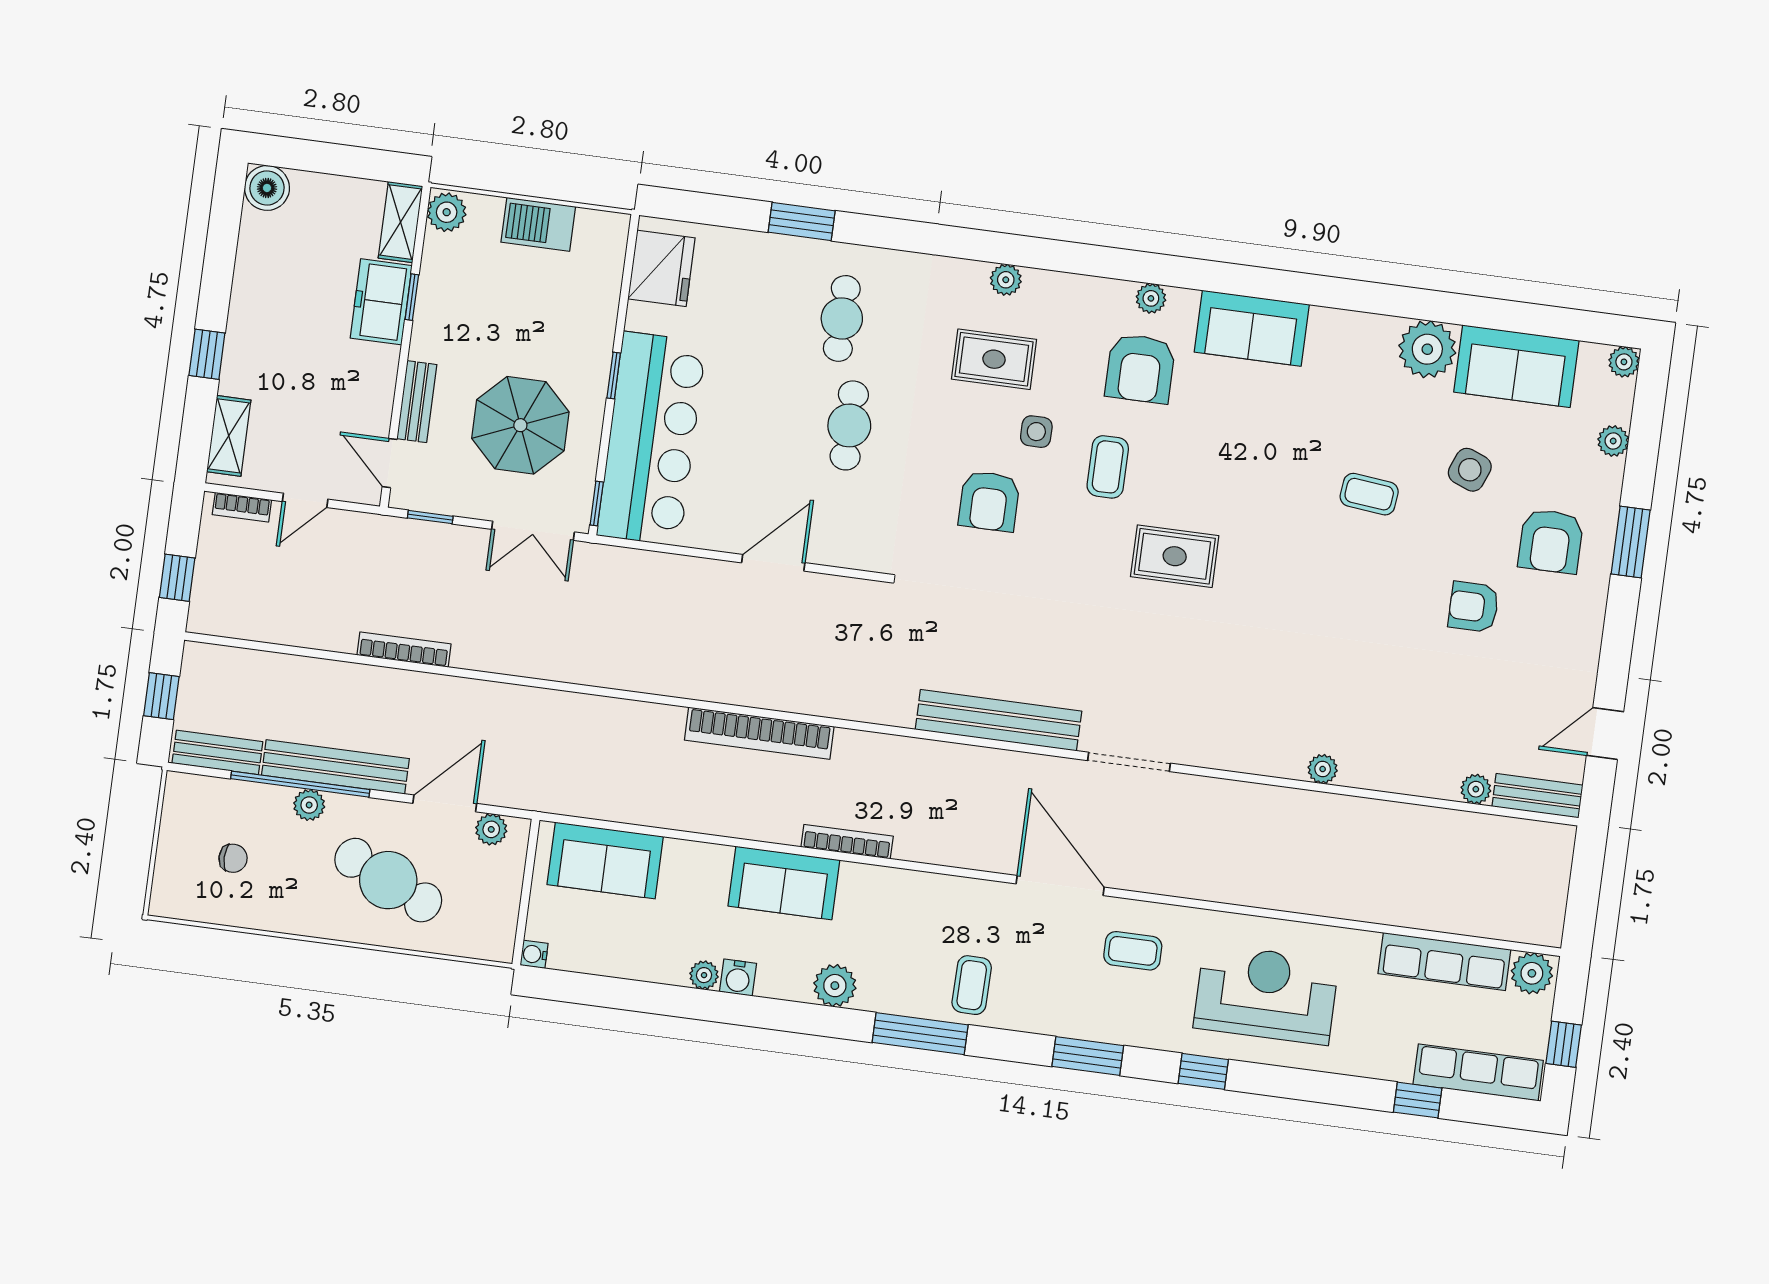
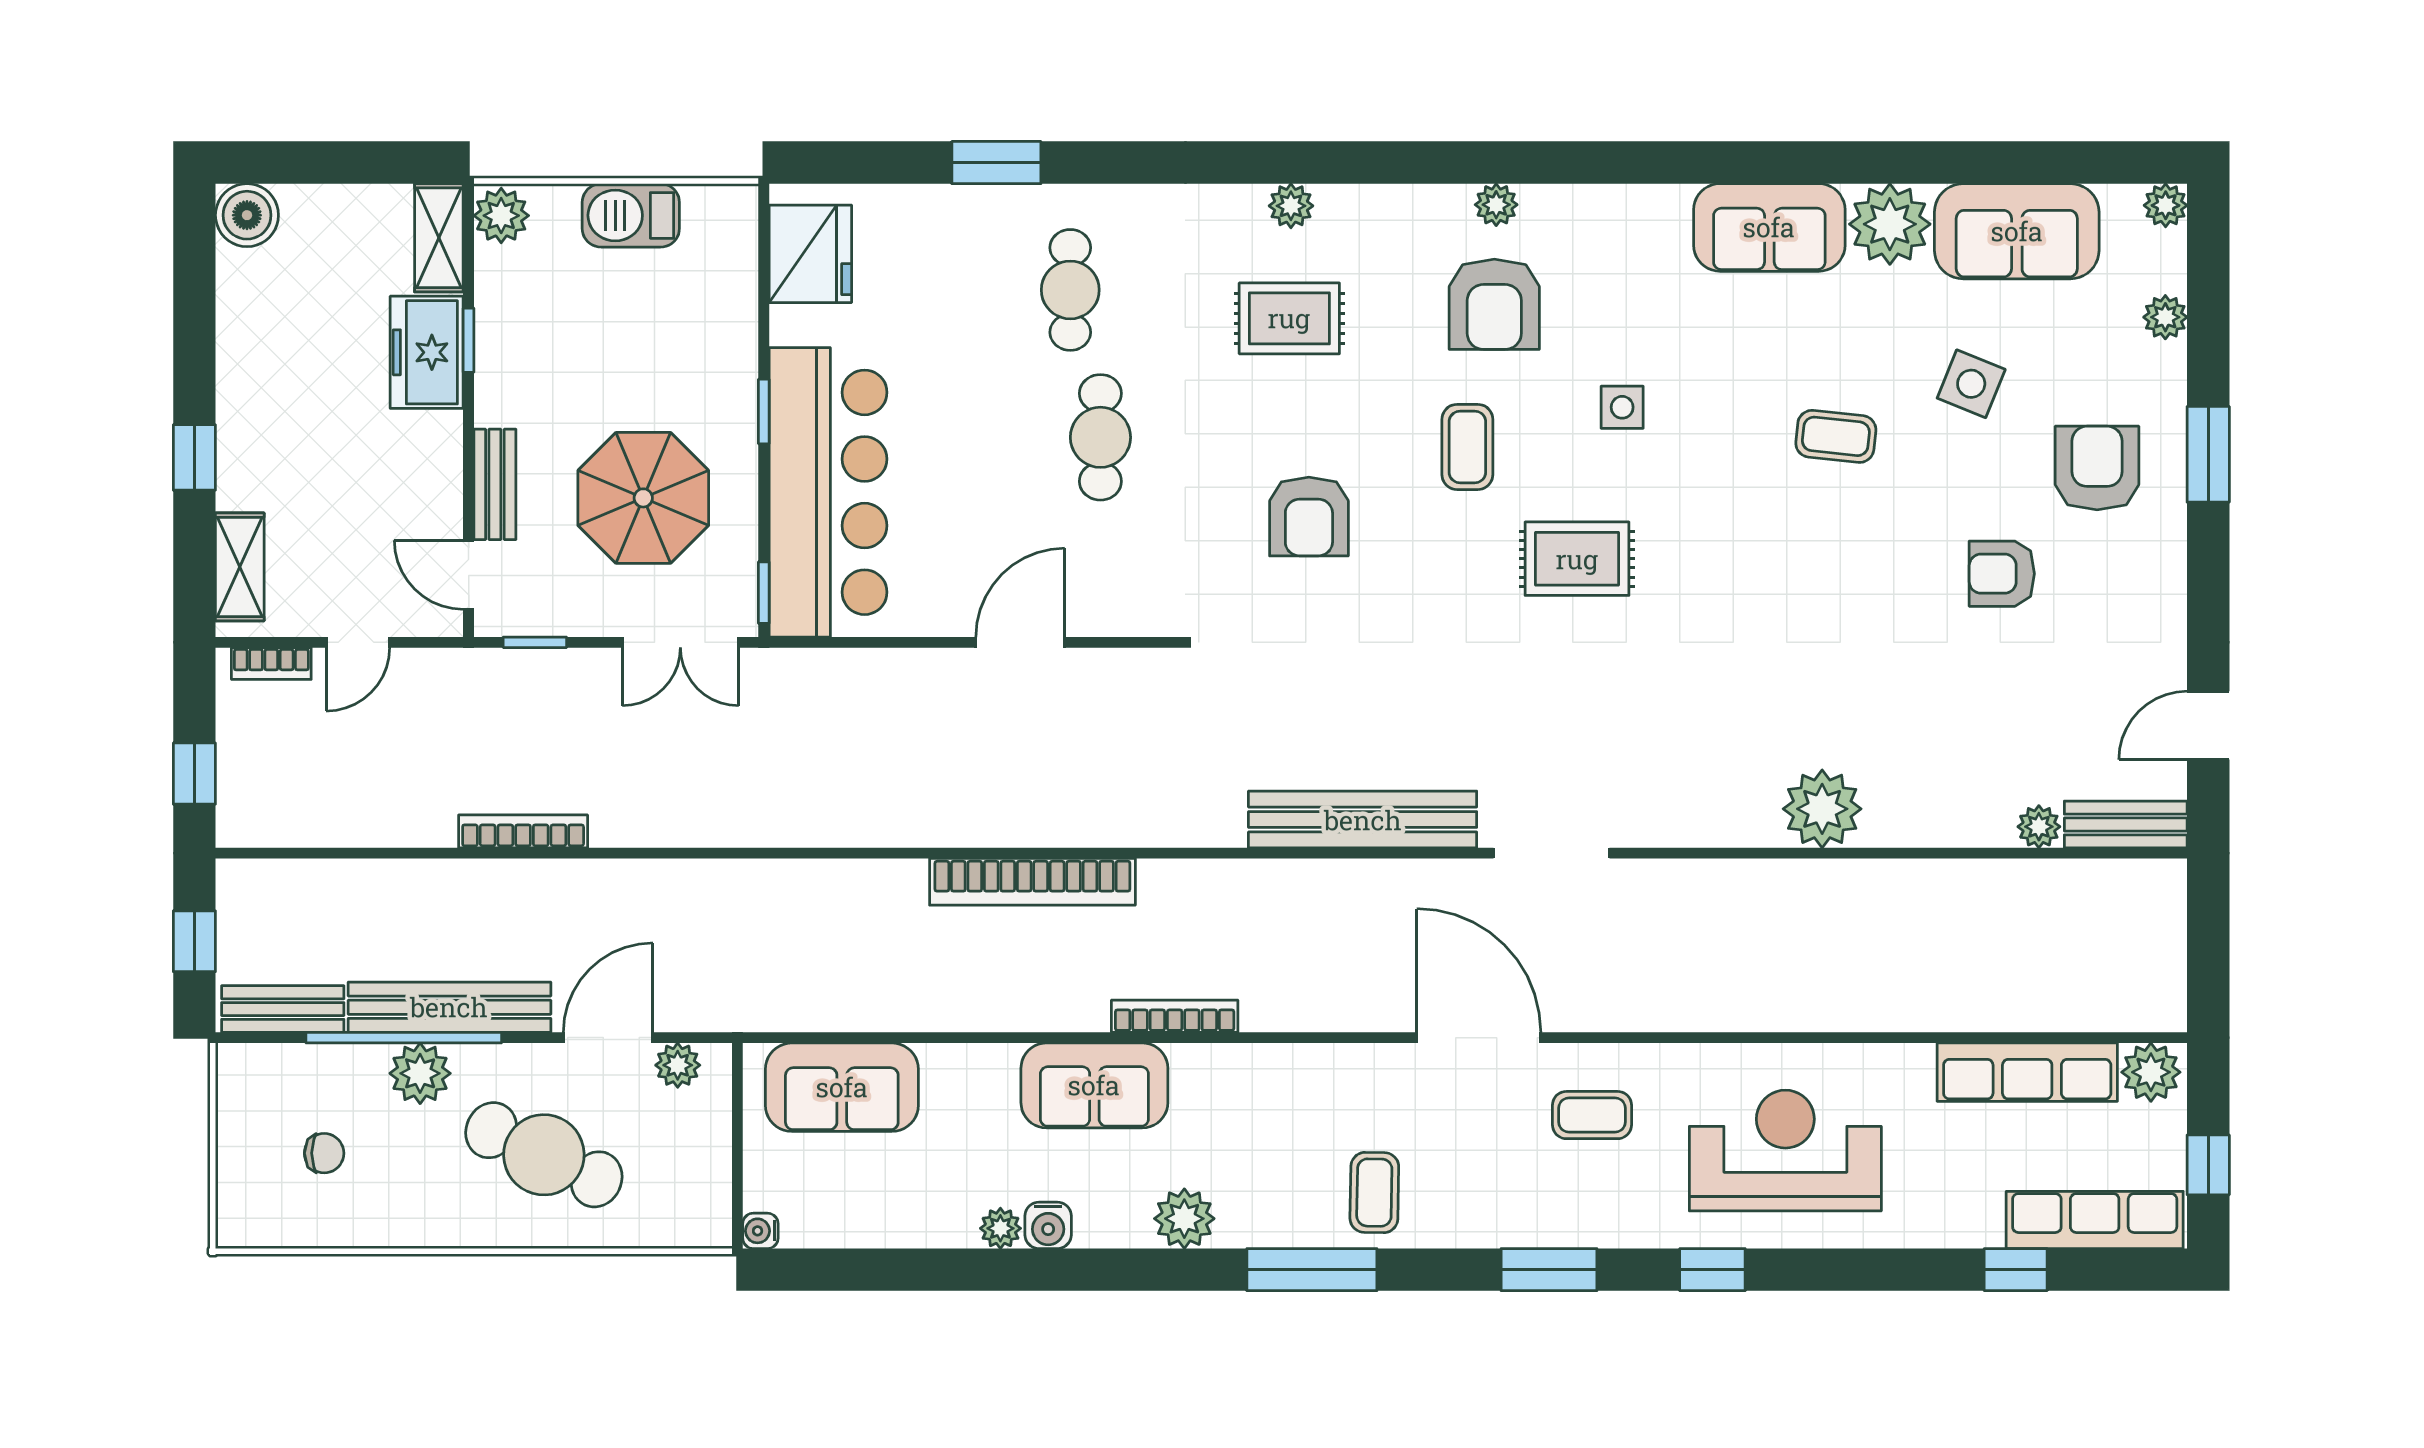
sofa: (1252, 328) -> (1769, 227), moved
side table: (1036, 432) -> (1622, 407), moved
armchair: (1551, 541) -> (2097, 468), turned 180
plant: (1323, 769) -> (1822, 809), width x1.88, depth x1.88
plant: (309, 805) -> (420, 1073), width x1.38, depth x1.38

